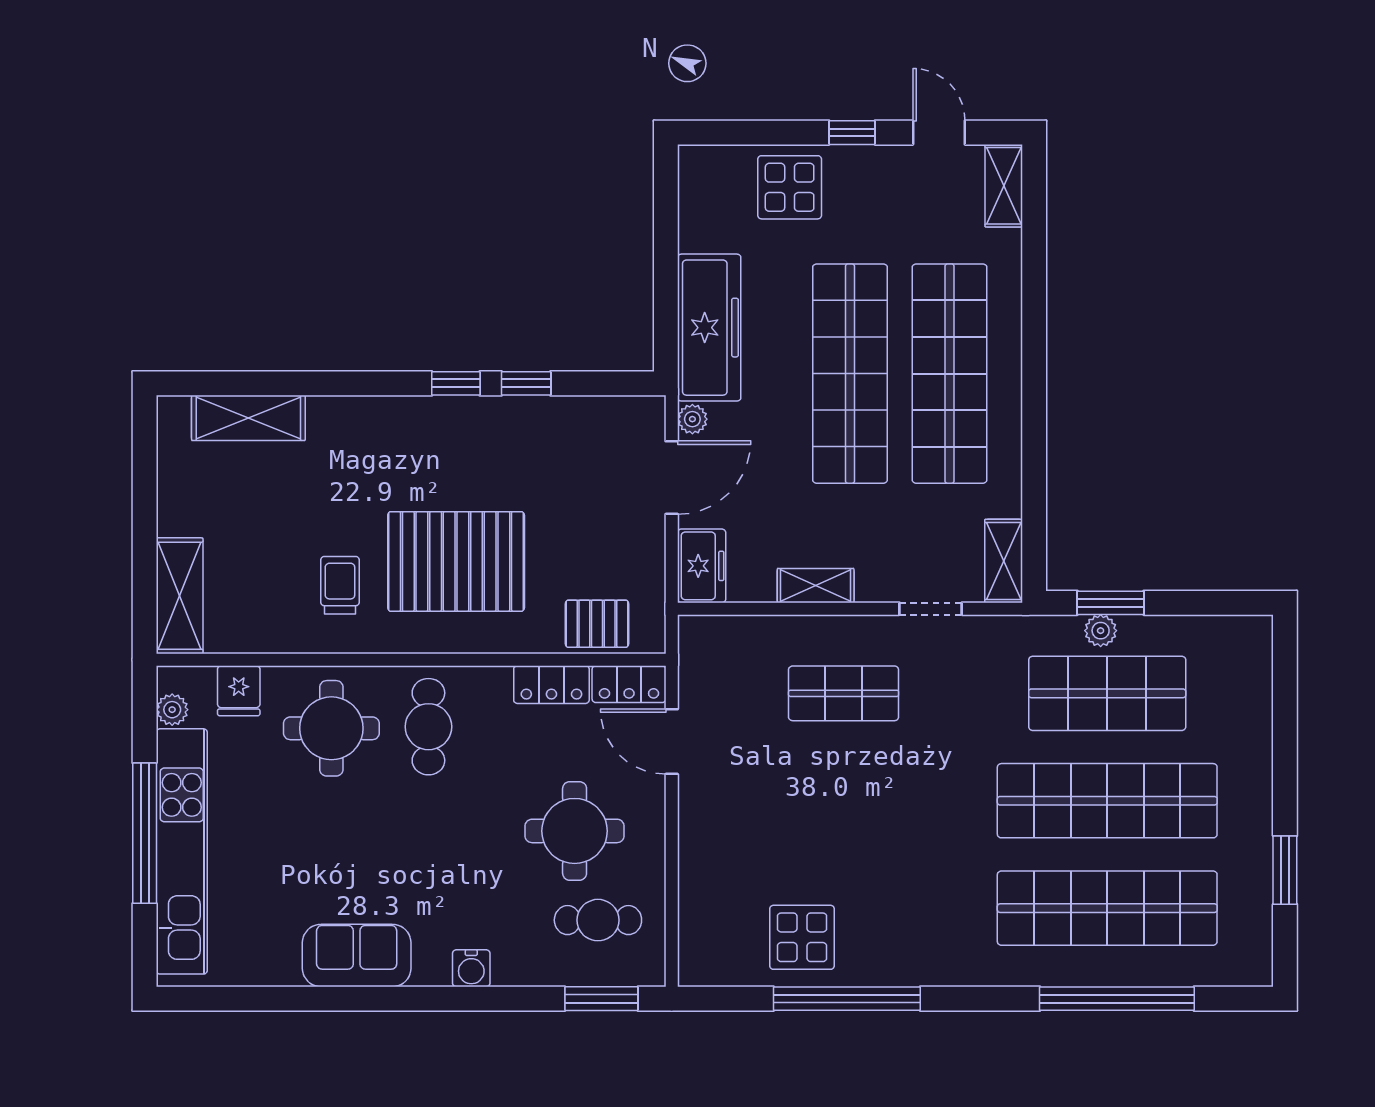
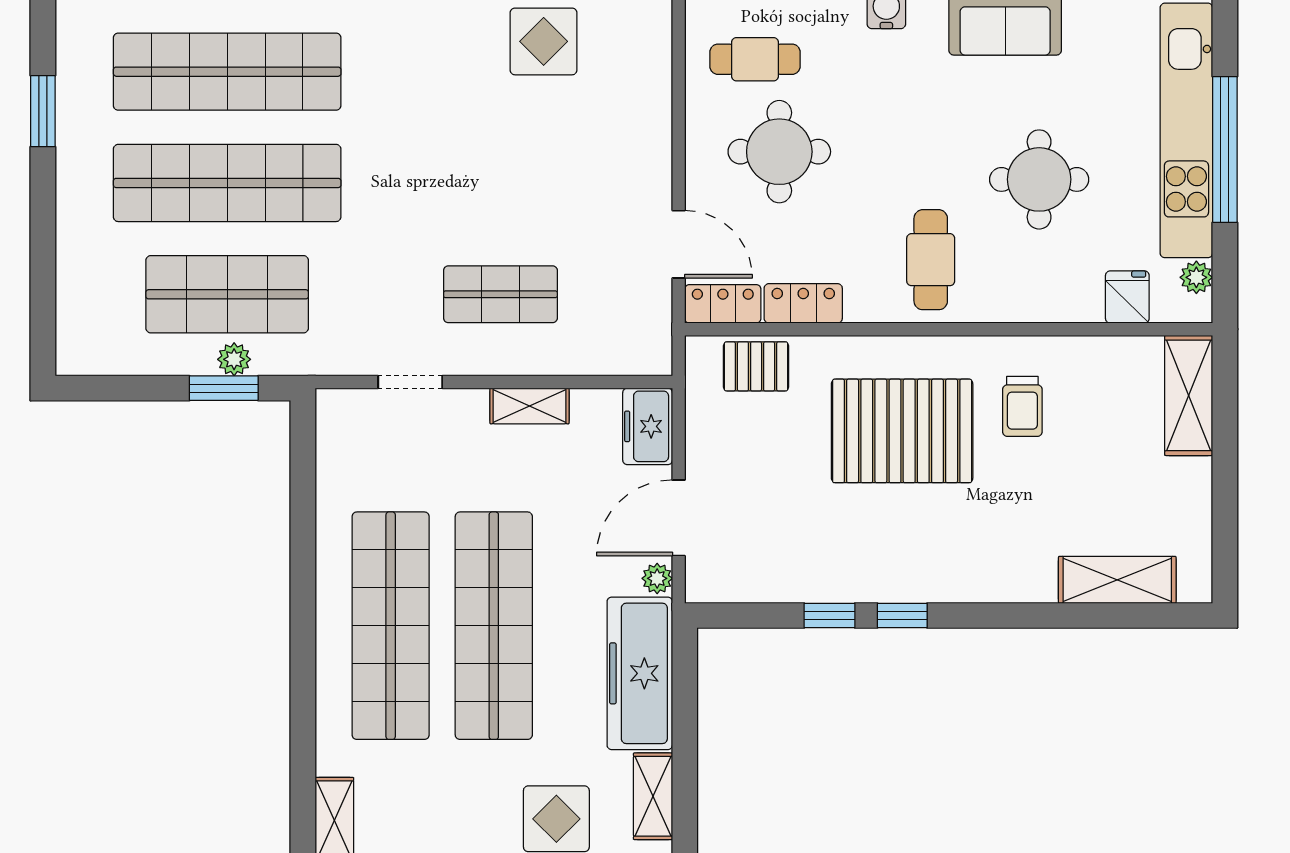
shelving: (1004, 561) -> (653, 796), moved
round table: (331, 728) -> (1039, 179), moved

